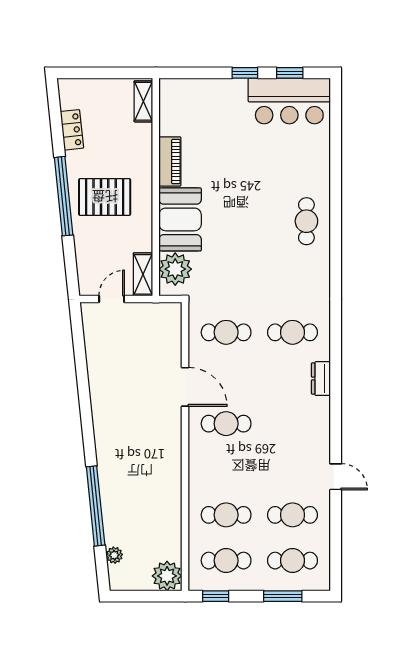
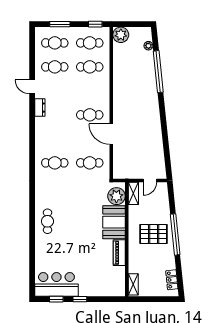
locker: (72, 130) -> (172, 280), moved
dresser: (321, 379) -> (40, 108), moved

